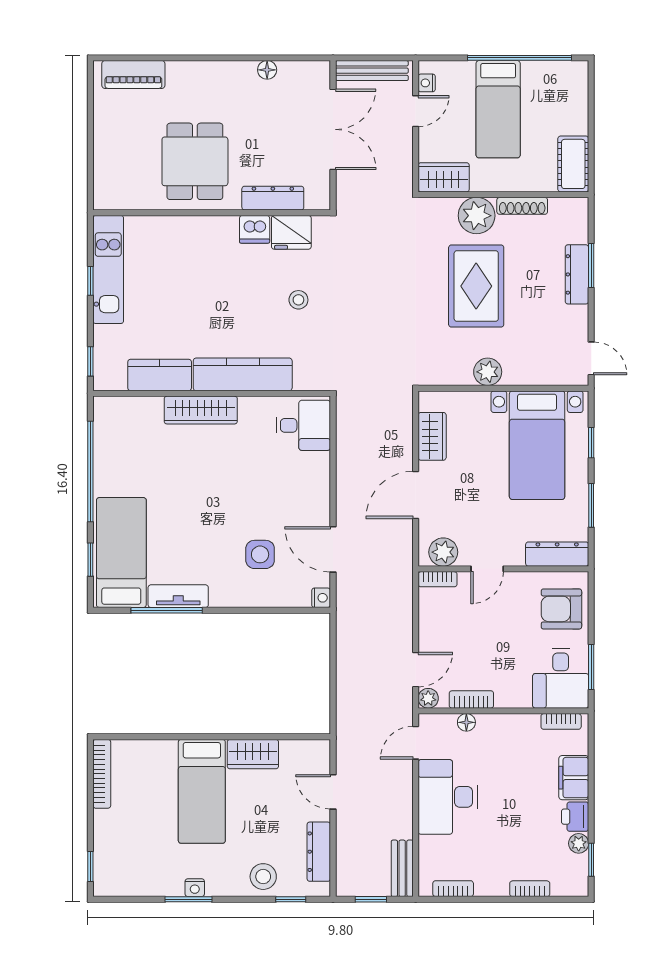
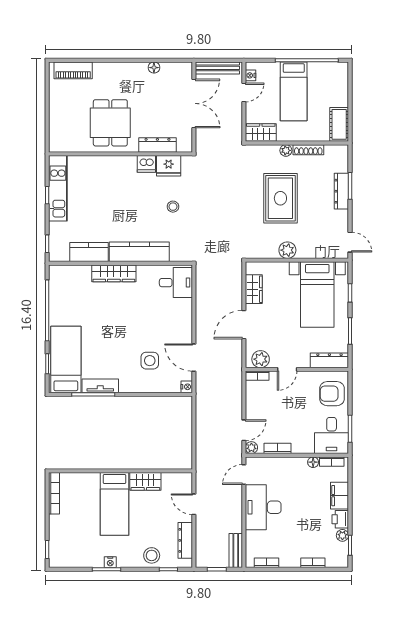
plant: (477, 216) -> (286, 150), width x0.53, depth x0.53
floor lamp: (466, 722) -> (313, 462), moved

